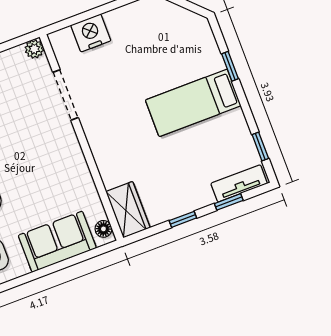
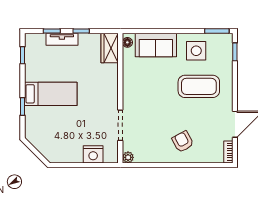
tv unit: (239, 183) -> (62, 39), moved

